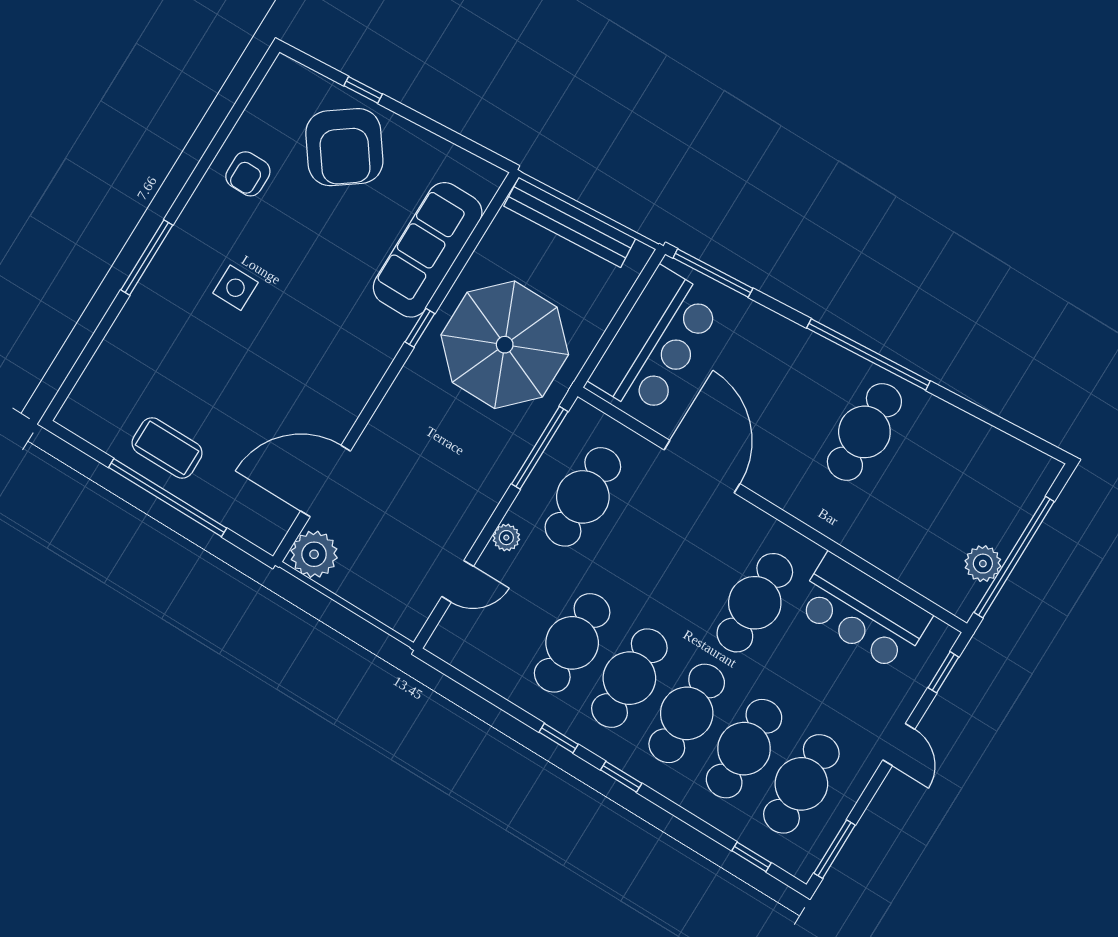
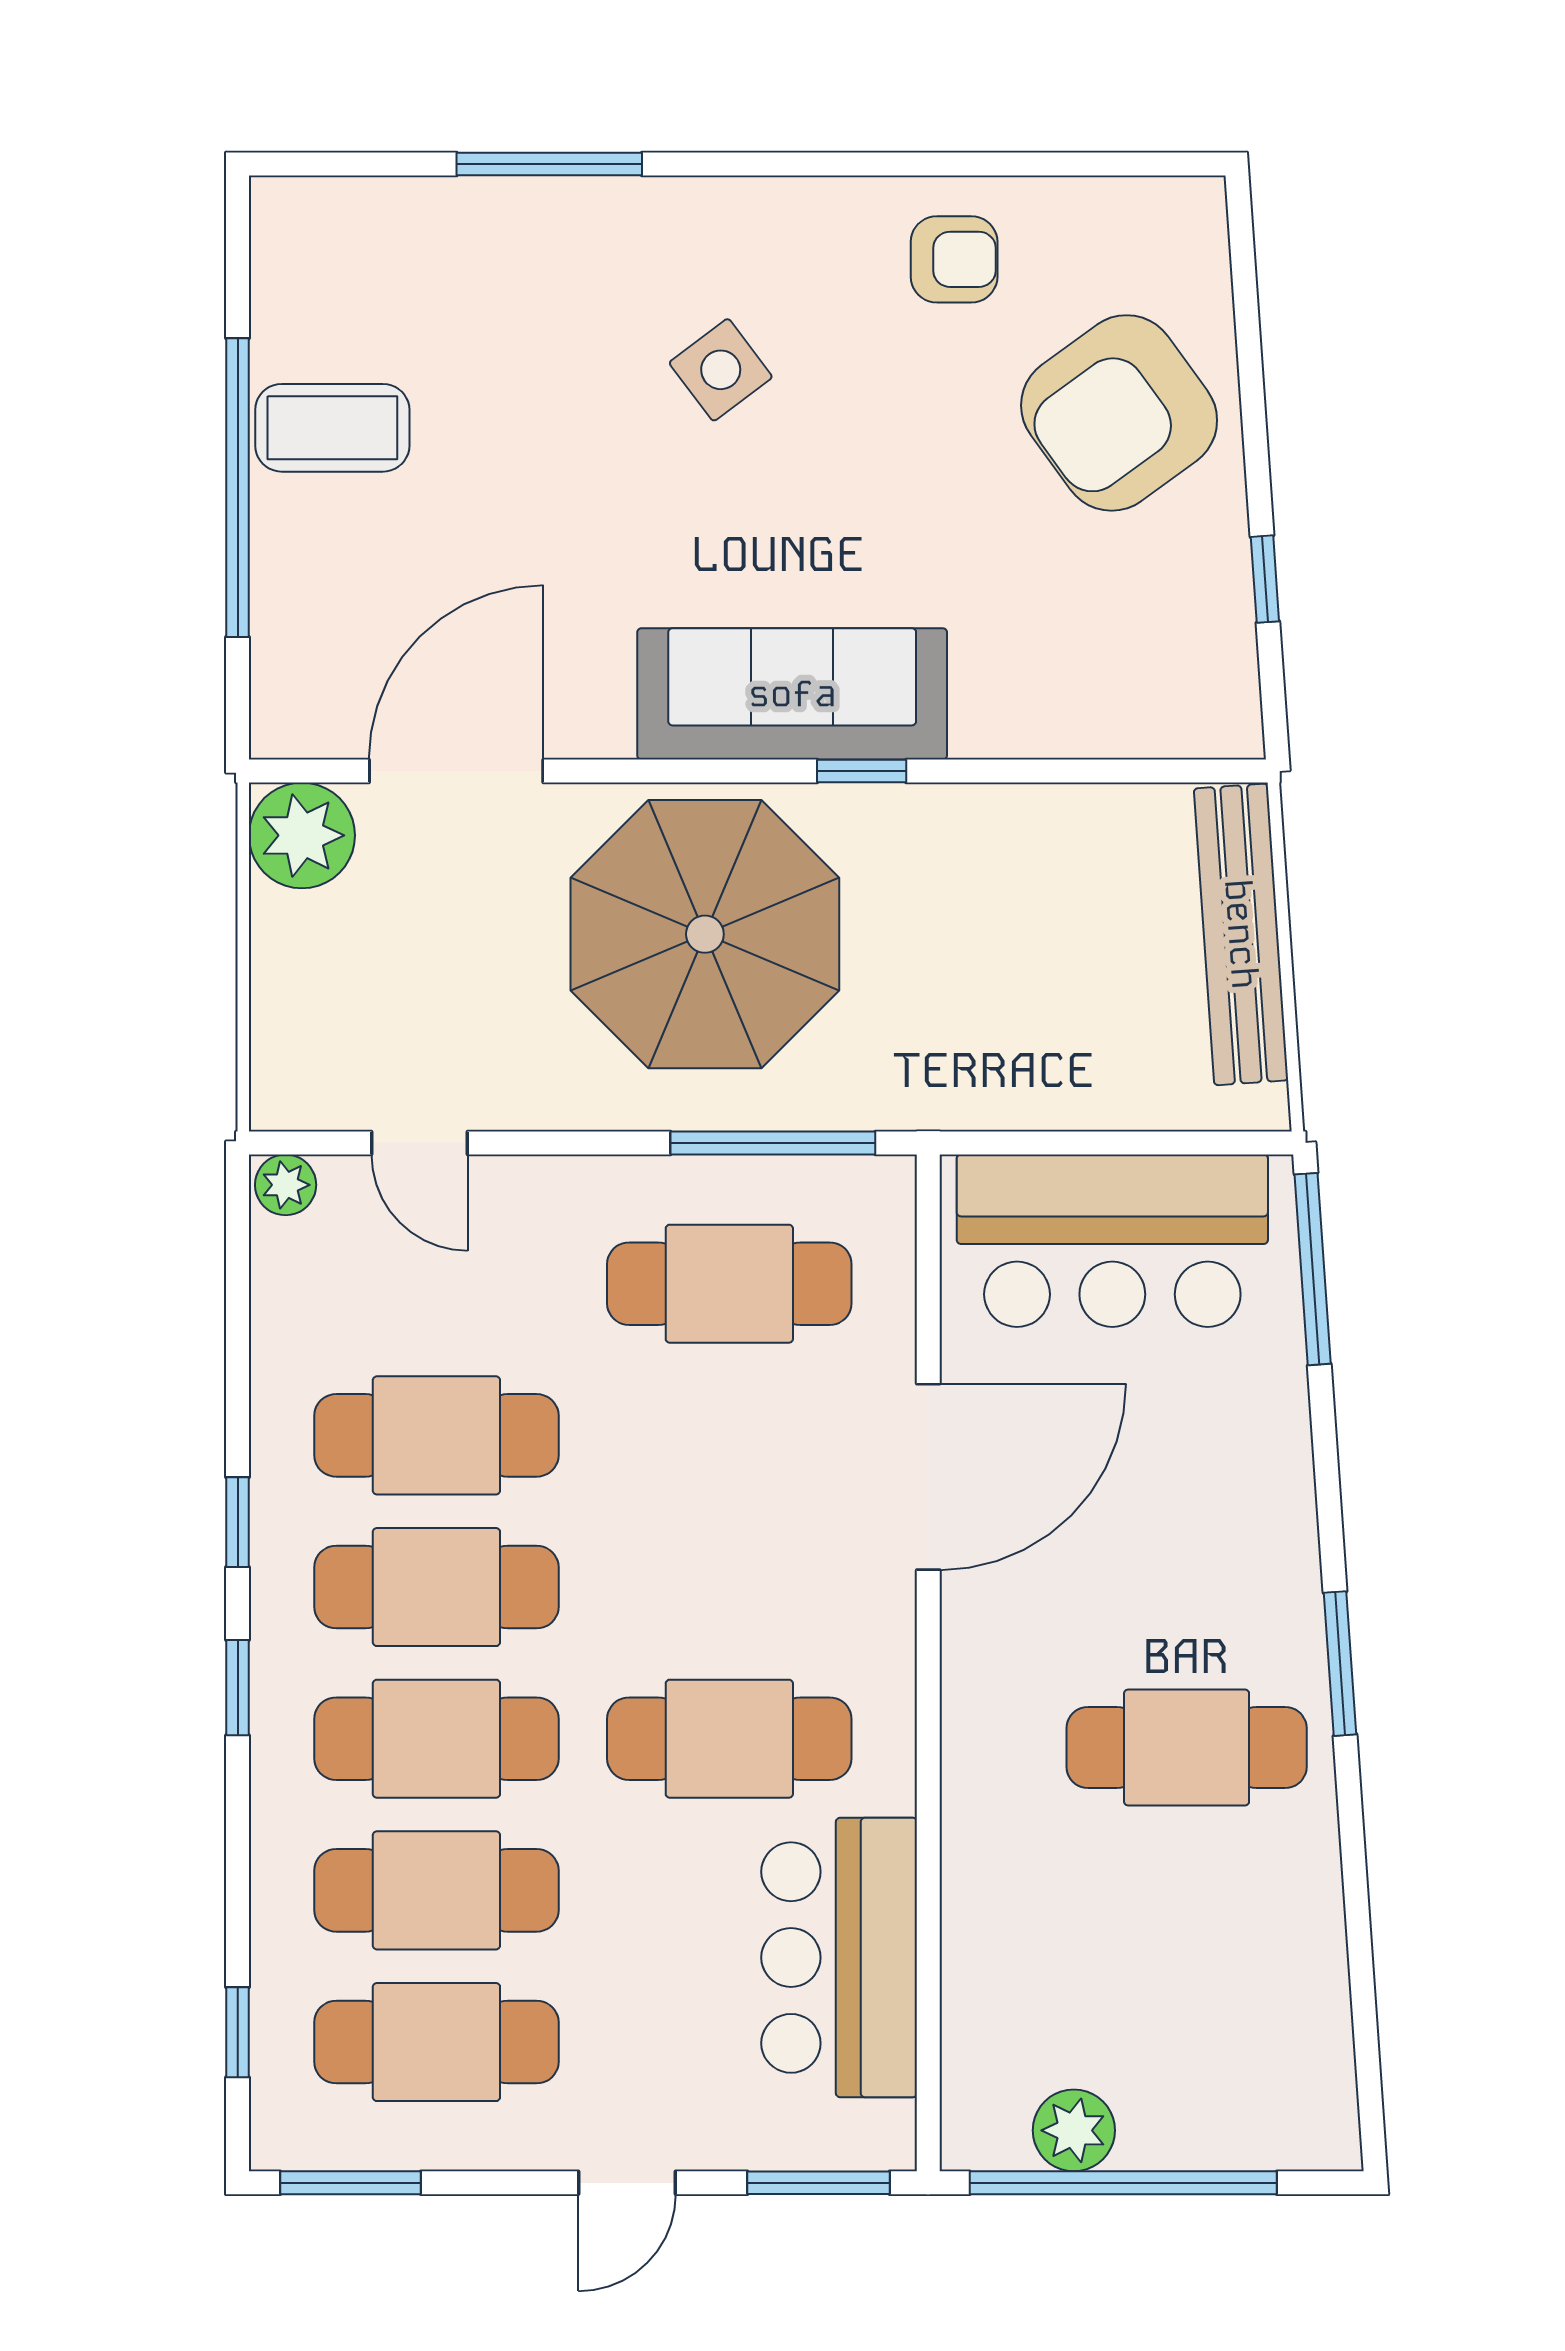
window: (363, 90) -> (1265, 579), moved
armchair: (248, 174) -> (954, 259), turned 180
sofa: (428, 250) -> (792, 694), moved
window: (147, 258) -> (549, 164), moved
side table: (235, 288) -> (721, 370), turned -37
parasol: (505, 345) -> (705, 934), moved
window: (868, 354) -> (1340, 1664), width x0.47
coffee table: (167, 448) -> (332, 428), turned 90
door: (326, 481) -> (456, 771), hinge flipped
plant: (506, 538) -> (286, 1185), moved
window: (943, 672) -> (818, 2183), width x1.50

